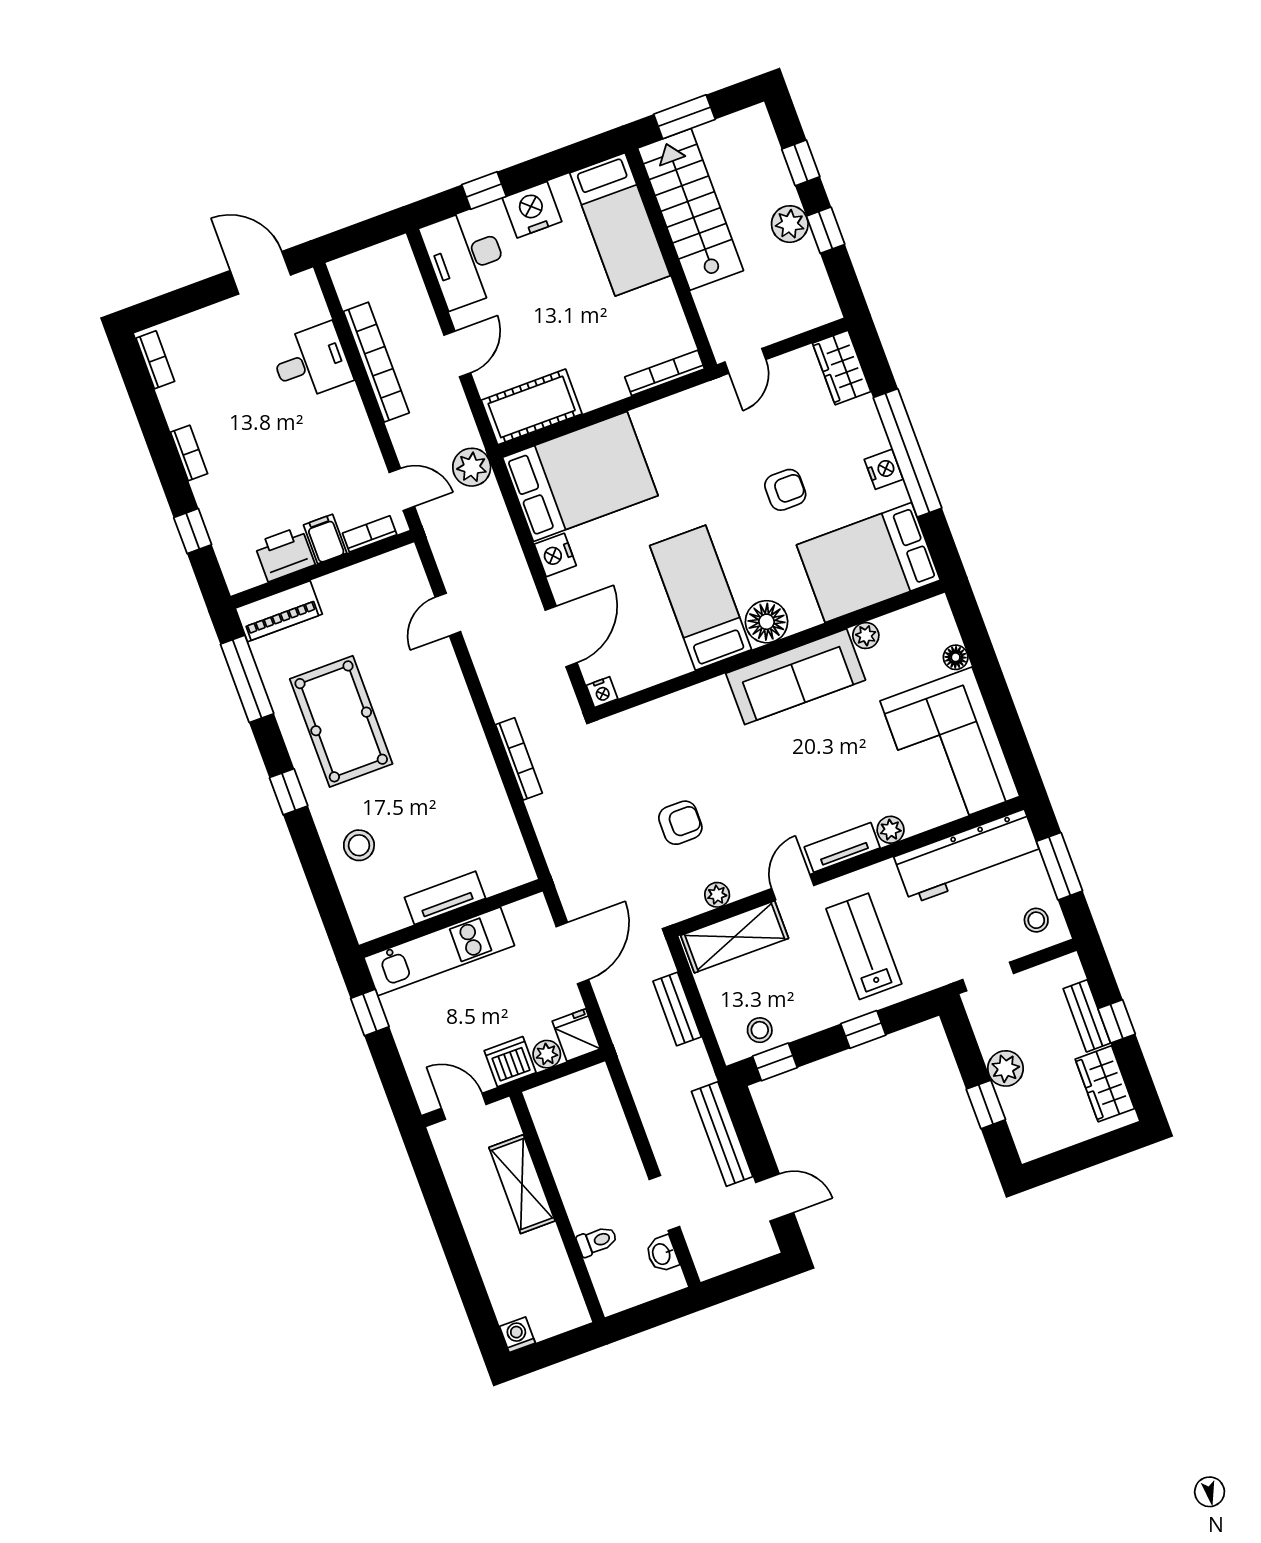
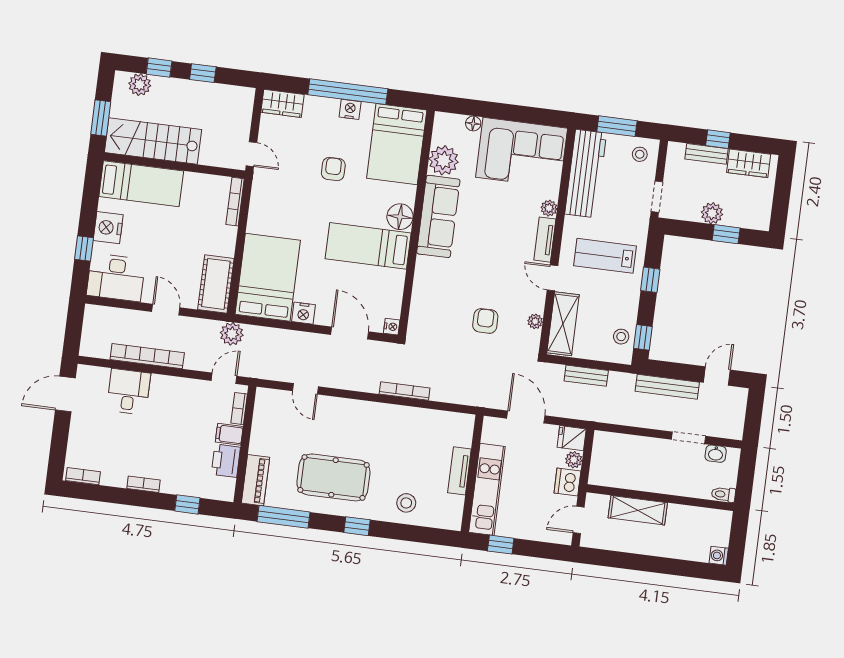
plant: (790, 224) -> (140, 85), moved
plant: (866, 636) -> (444, 160), width x1.88, depth x1.88
toilet: (597, 1241) -> (723, 494), moved, turned -90

